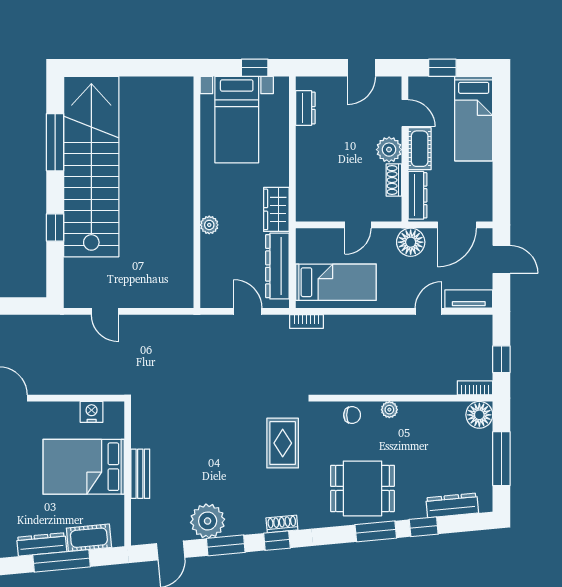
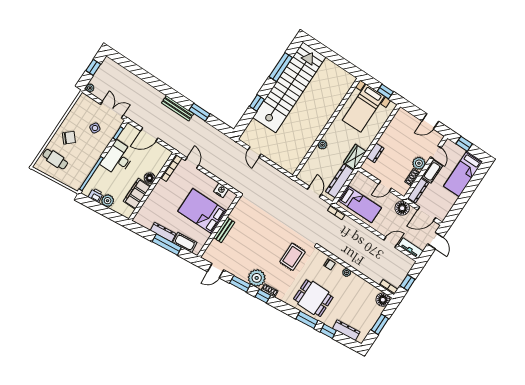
dresser: (305, 108) -> (375, 153), moved
window: (501, 459) -> (380, 324), width x0.69
plant: (208, 521) -> (257, 278), moved

